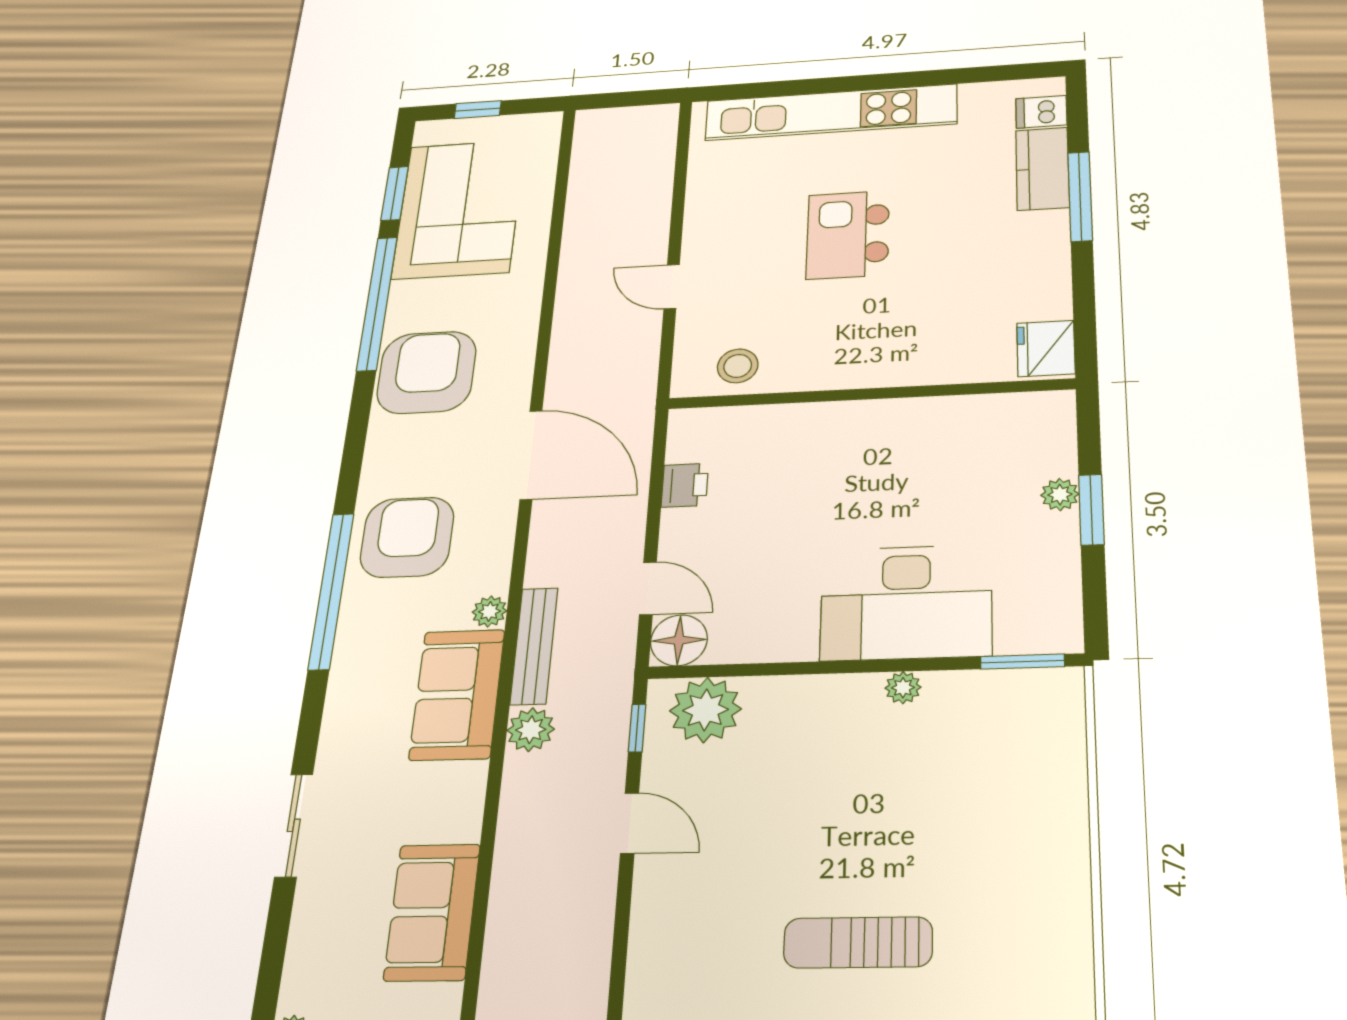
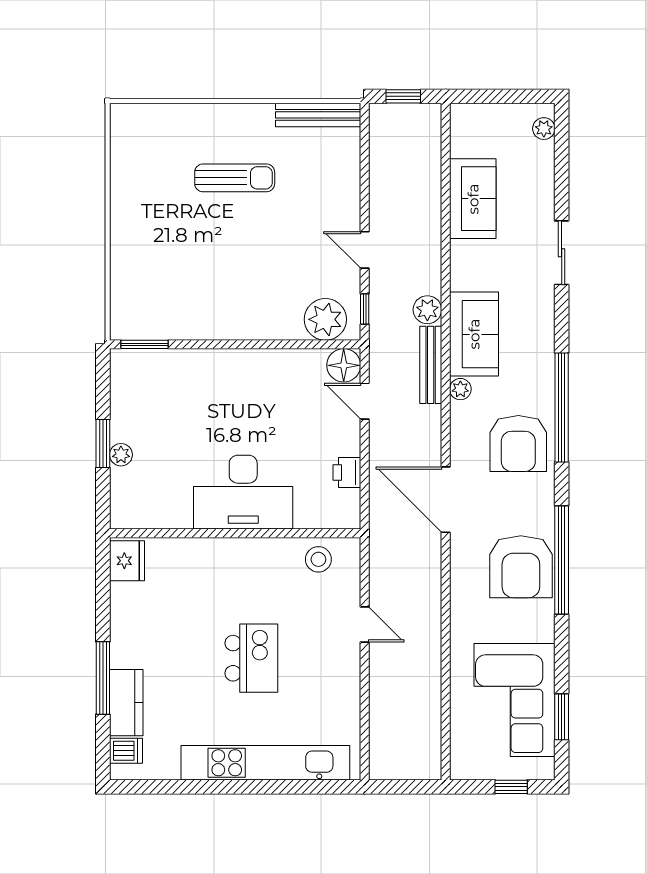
window: (377, 303) -> (562, 560), moved
desk: (906, 602) -> (243, 492), moved, turned 180
plant: (903, 688) -> (212, 330), removed

